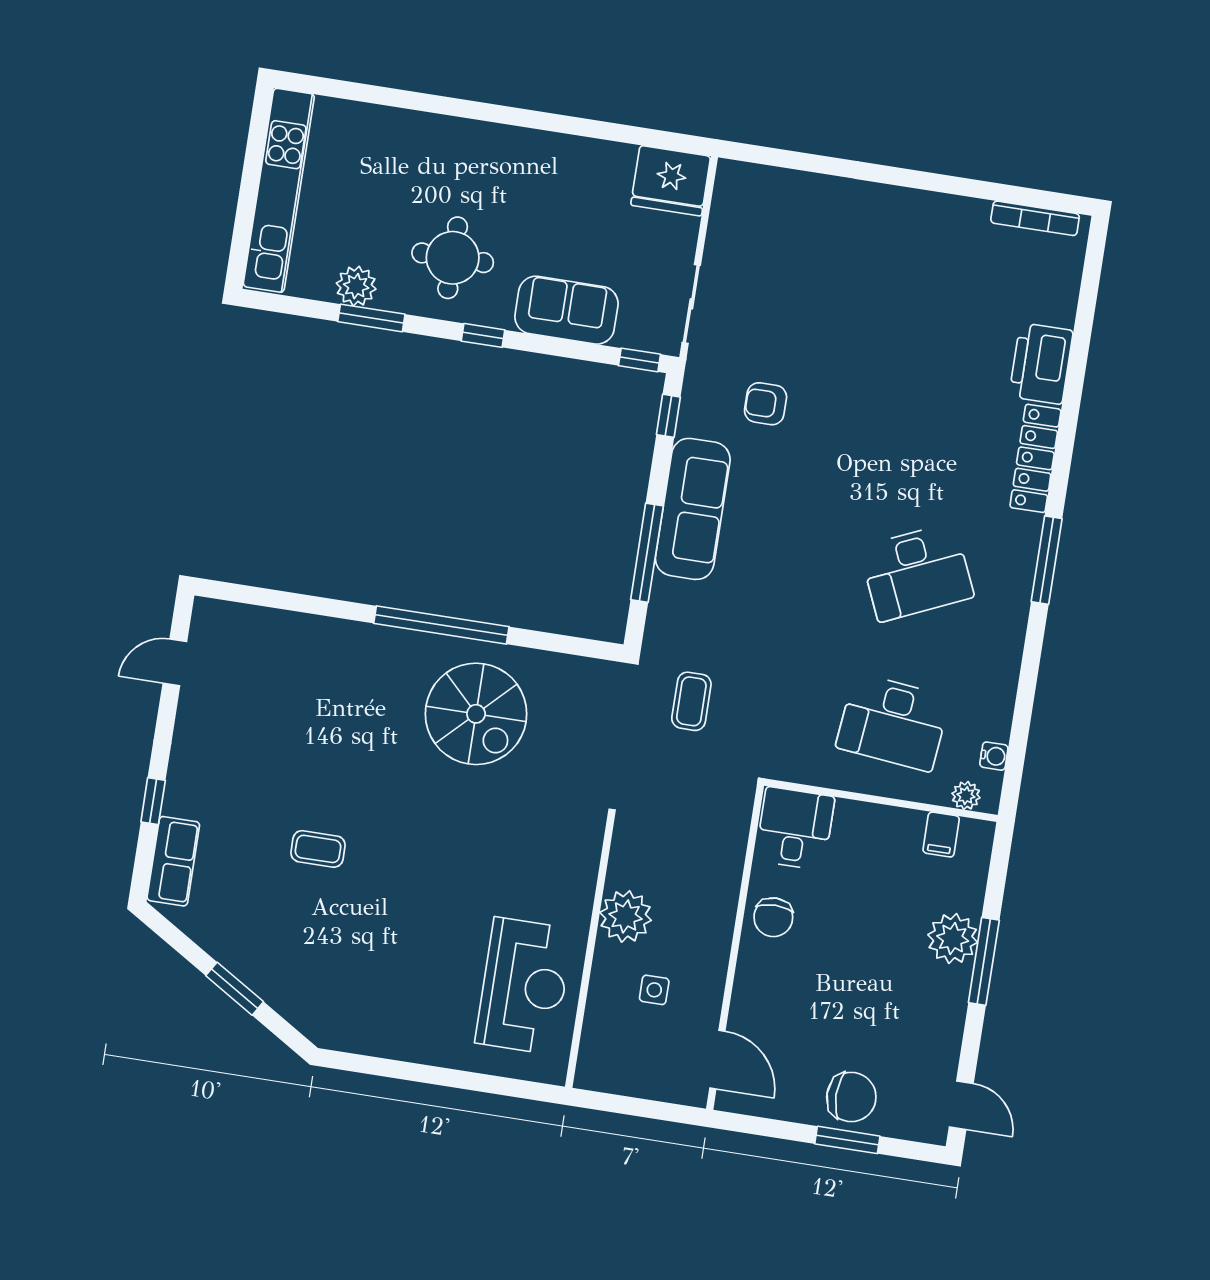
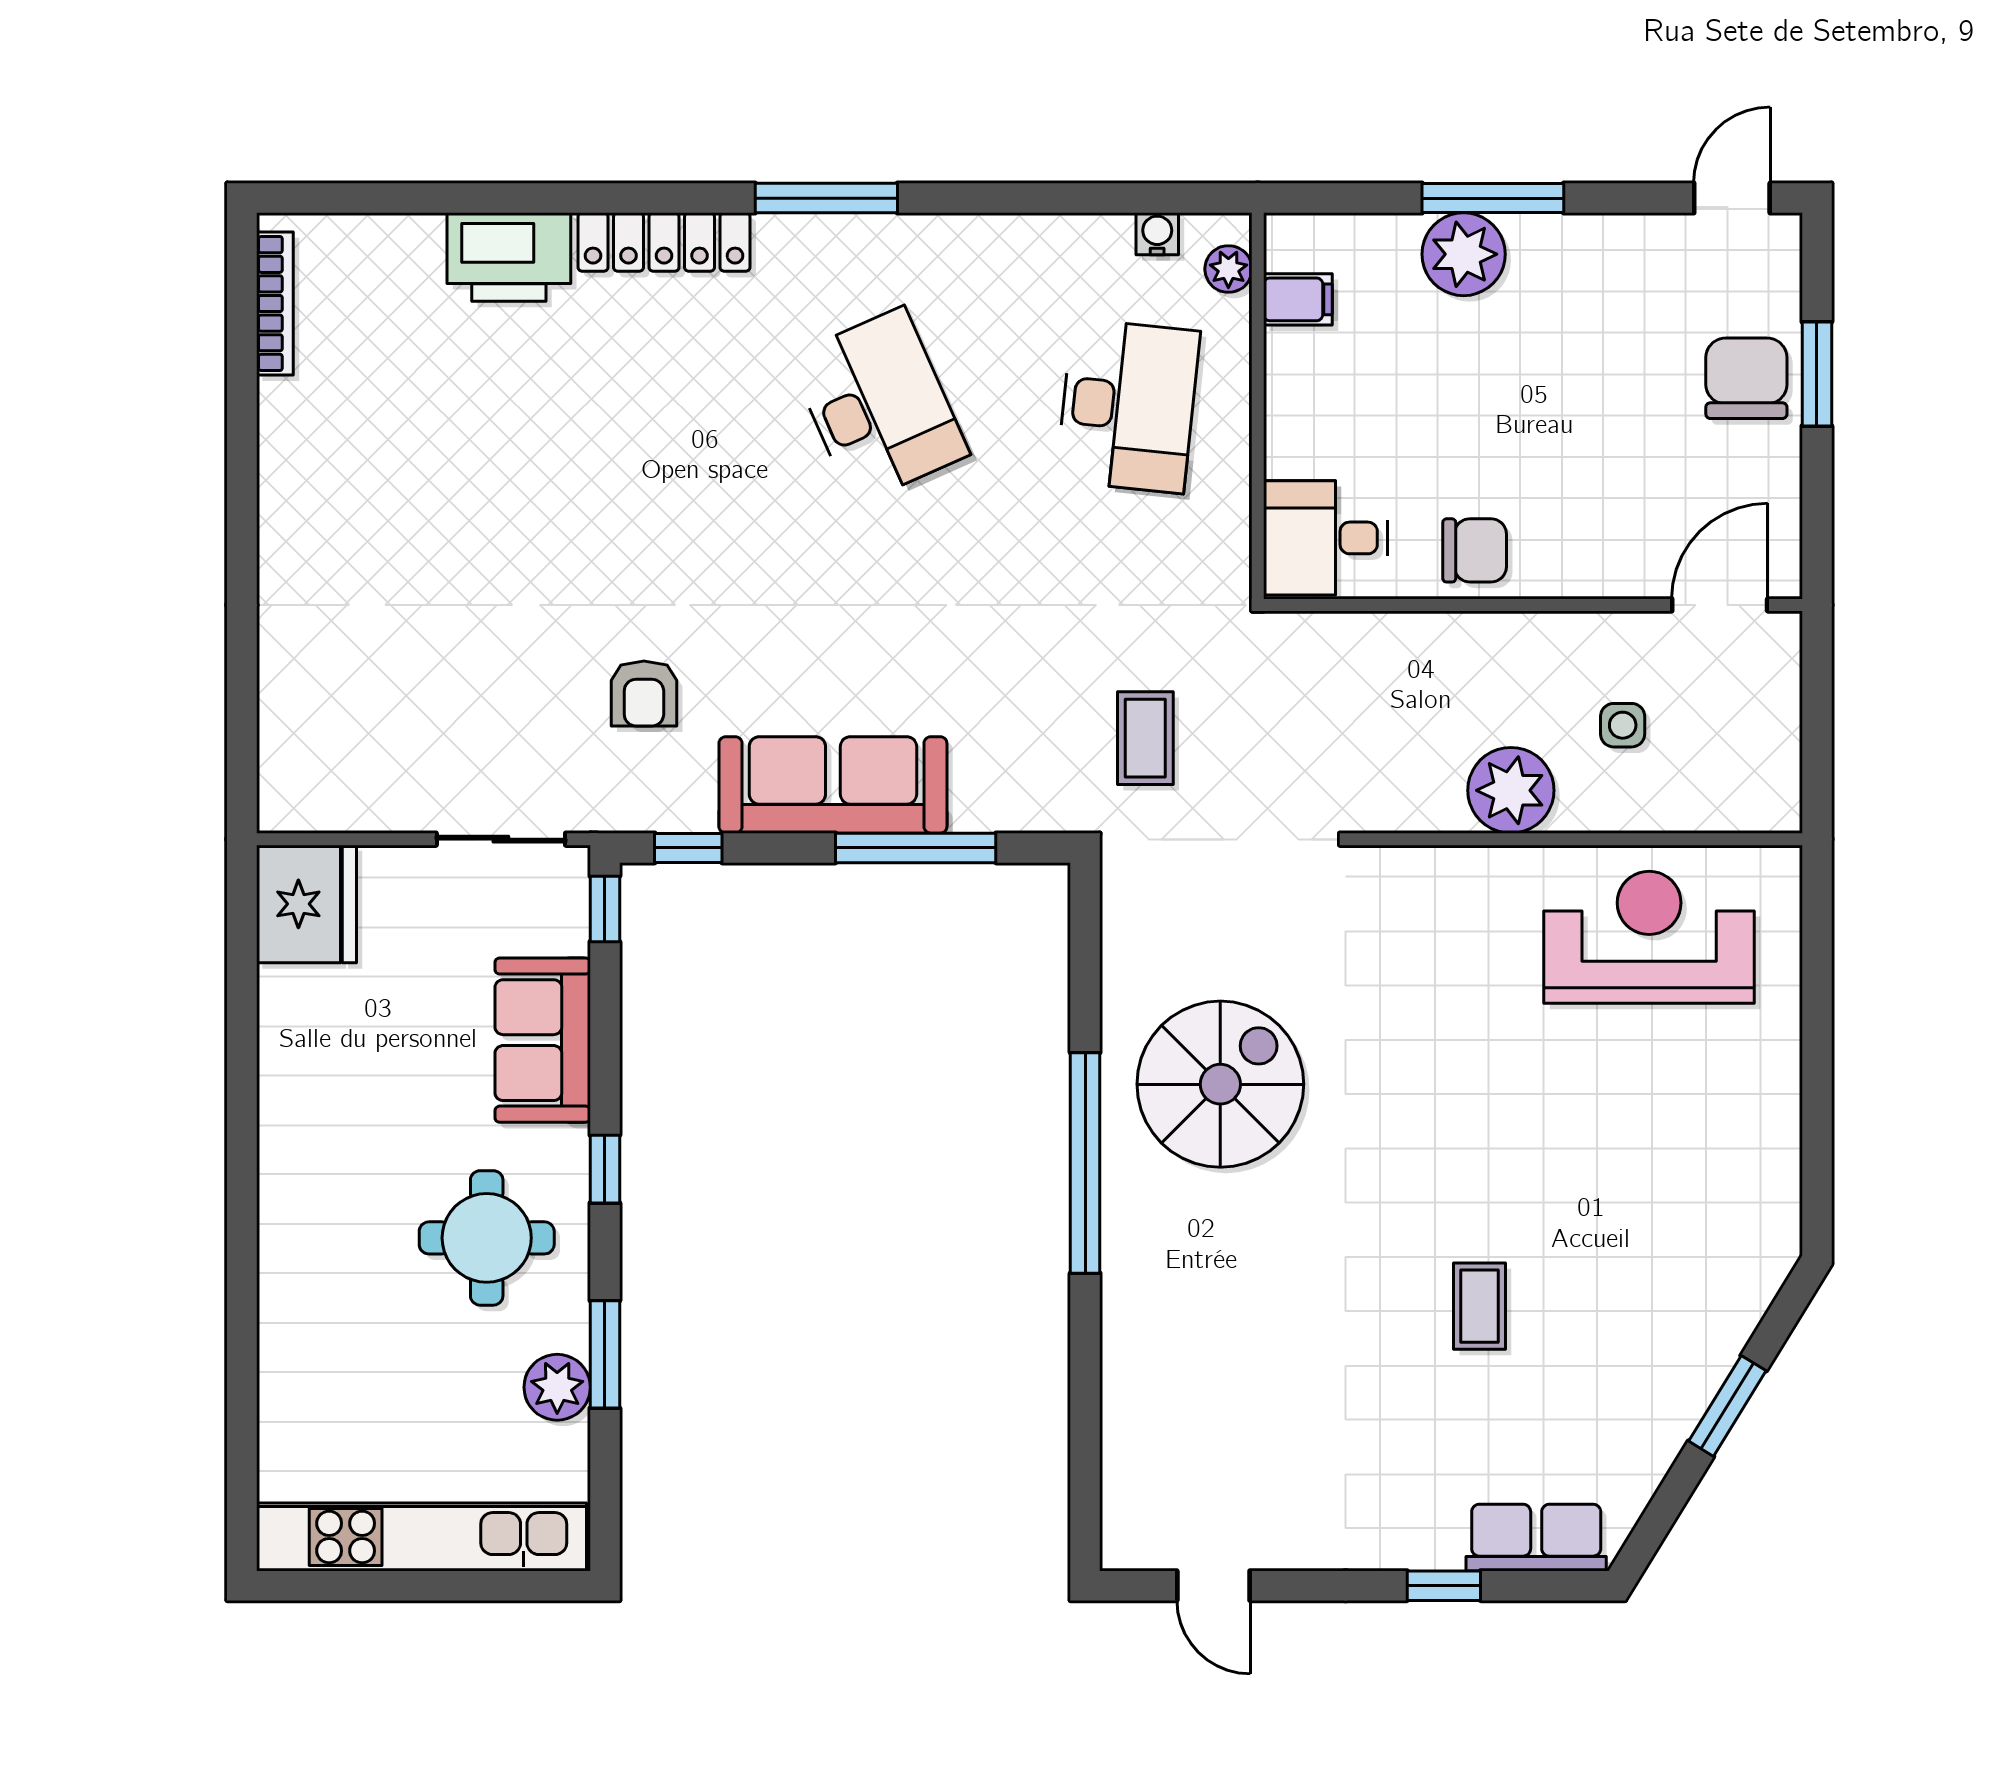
coffee table: (691, 701) -> (1145, 738), turned 90

